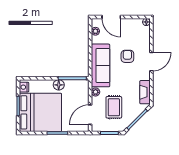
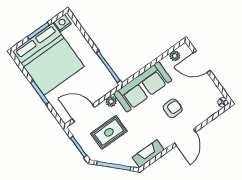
door: (111, 17) -> (202, 62), hinge flipped
door: (151, 62) -> (185, 137), hinge flipped
floor lamp: (59, 85) -> (91, 58), removed

